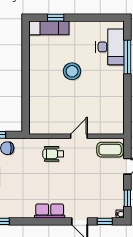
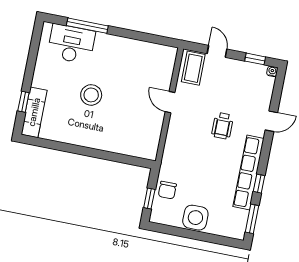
wheelchair: (53, 154) -> (222, 126), moved
row of seats: (50, 211) -> (248, 173), width x2.02
window: (105, 221) -> (259, 184), moved

